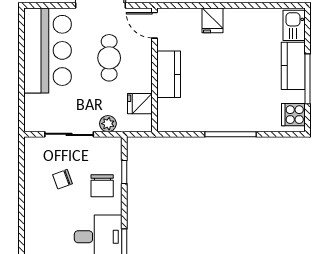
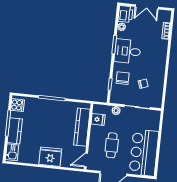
fridge: (213, 20) -> (50, 157), width x1.88, depth x1.34
door: (154, 25) -> (86, 160), swing flipped
kitchen counter: (169, 74) -> (82, 127), width x1.50

